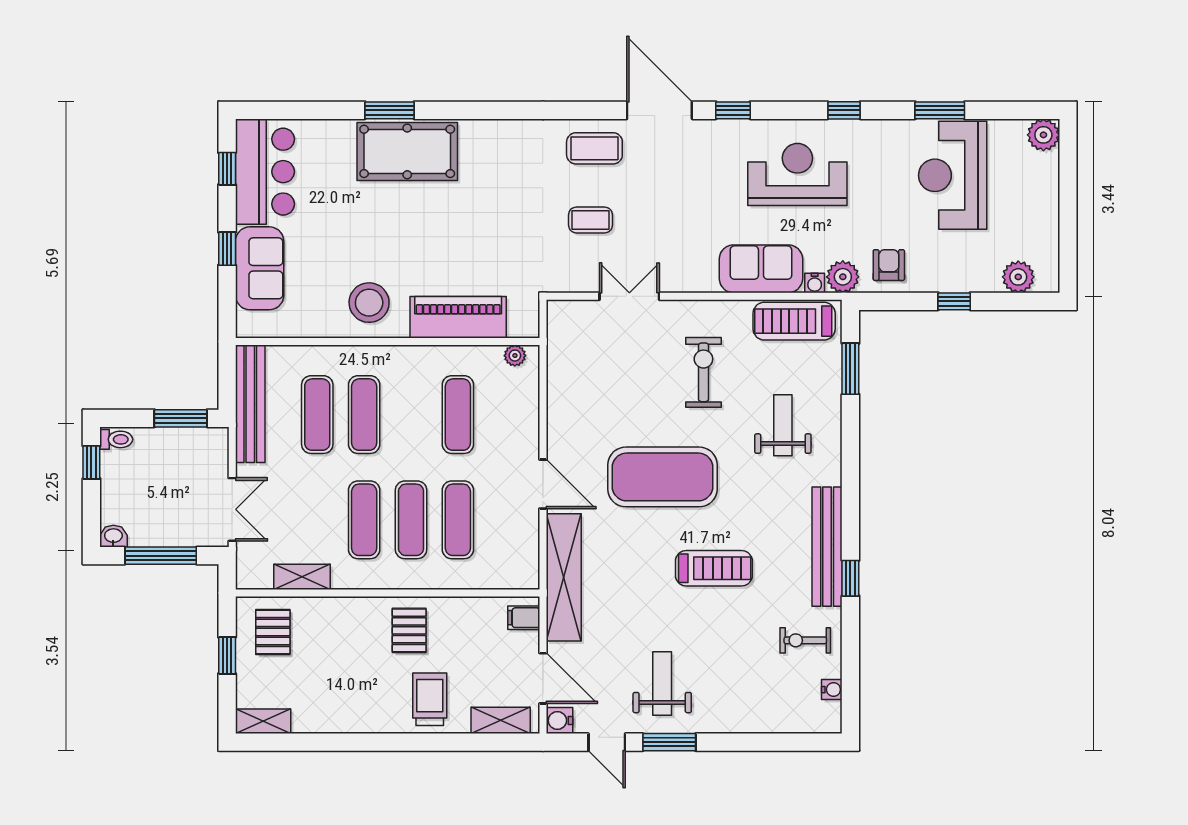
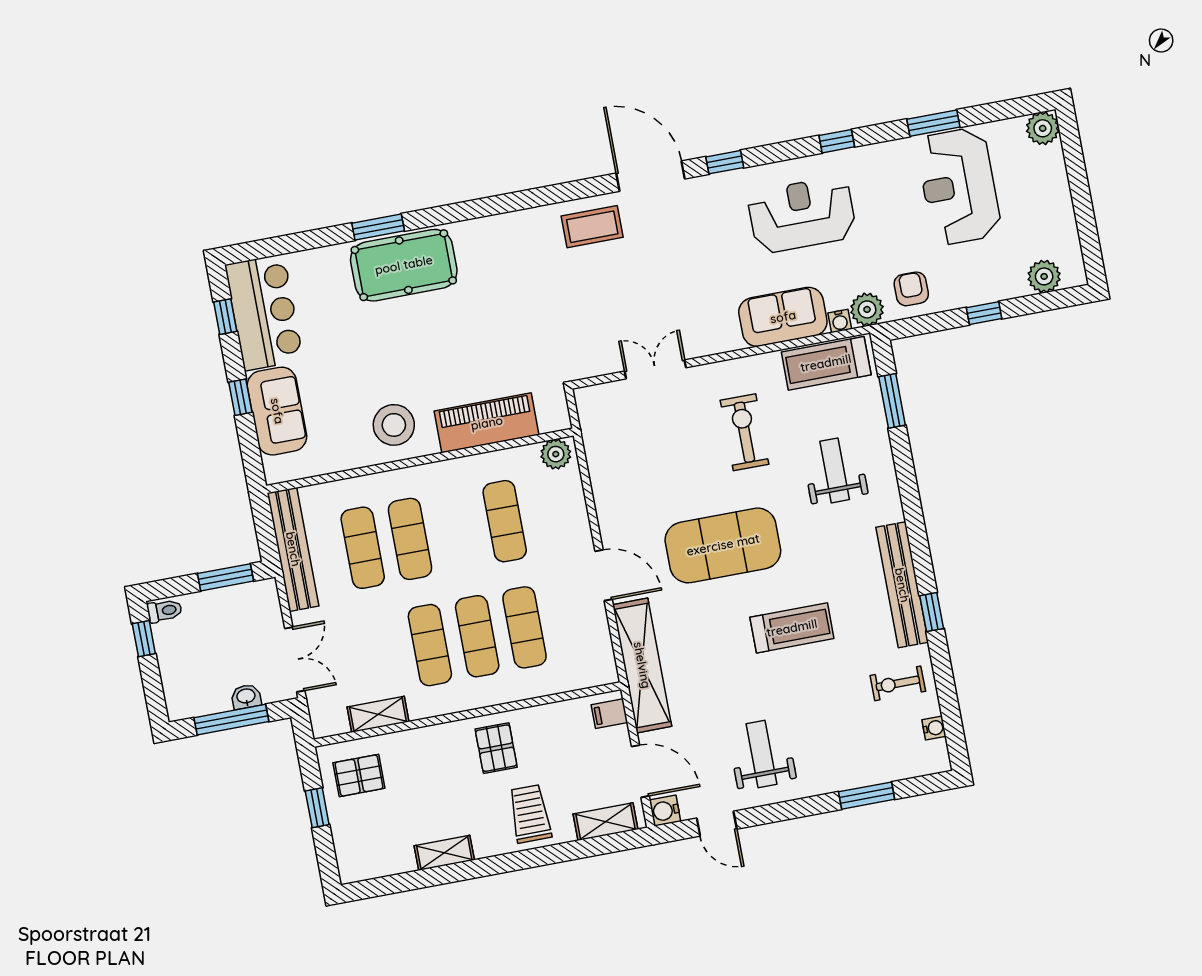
coffee table: (590, 220) -> (602, 300), removed
plant: (515, 356) -> (556, 454), width x1.38, depth x1.38
washbasin: (113, 536) -> (246, 697), moved
pallet: (273, 632) -> (359, 775), turned 90
shelving: (263, 721) -> (444, 853), moved
window: (669, 742) -> (867, 796), moved

